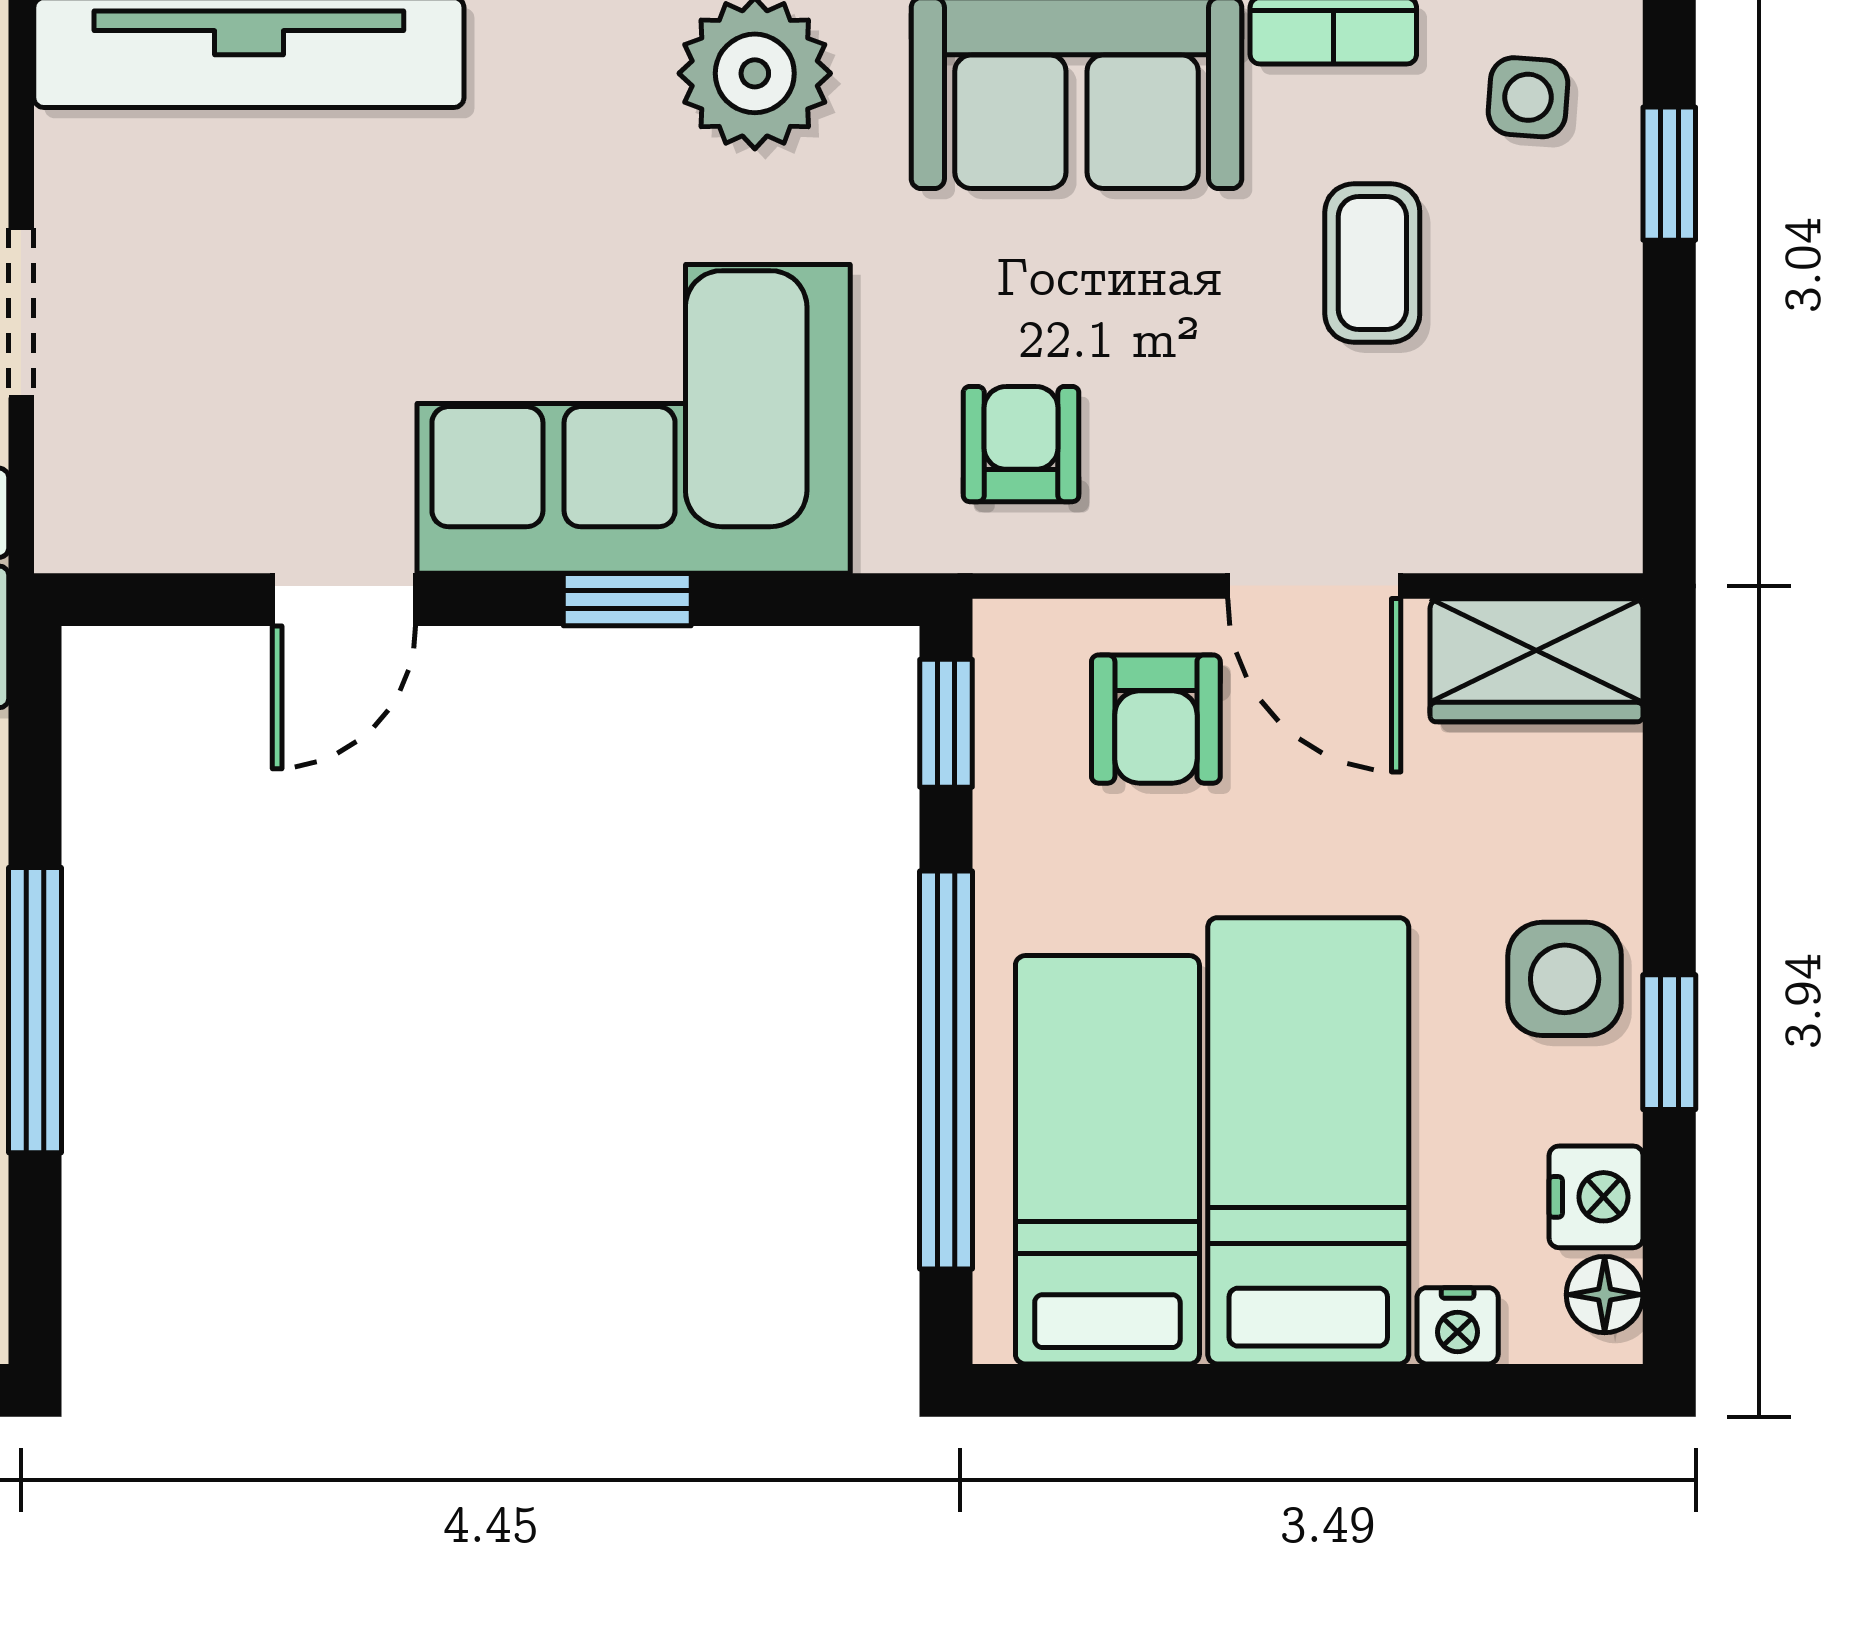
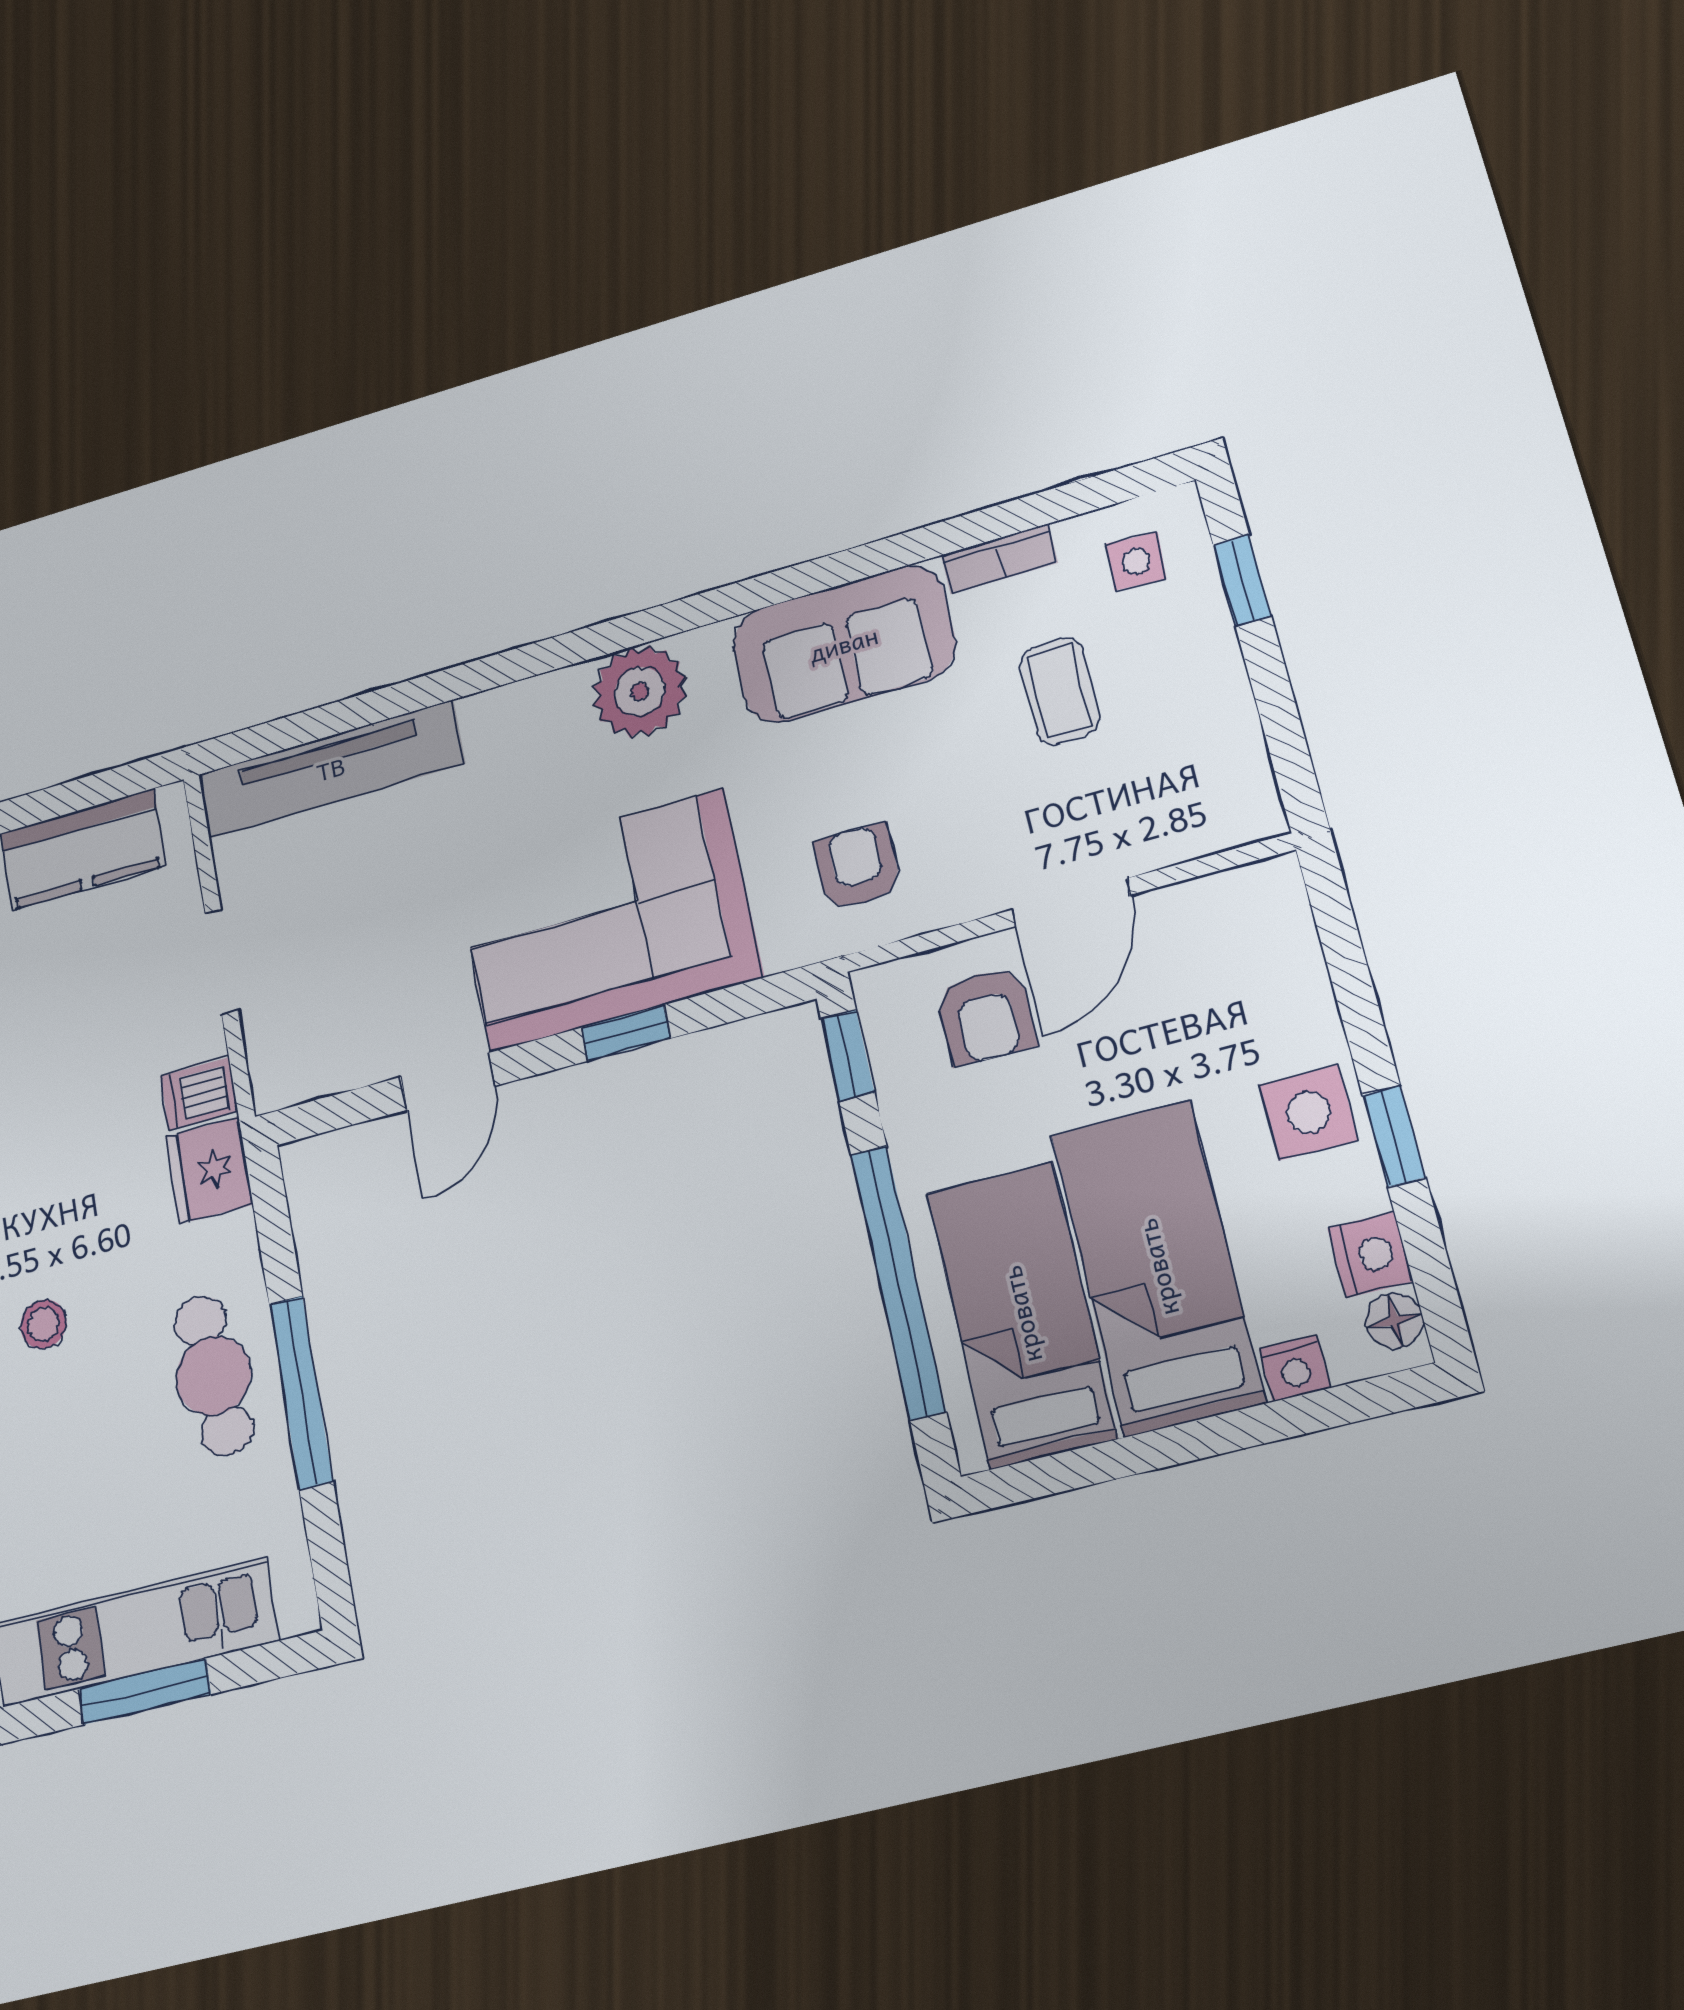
door: (1314, 586) -> (1071, 902), hinge flipped
wardrobe: (1537, 660) -> (1234, 909), removed

